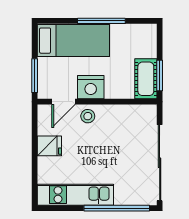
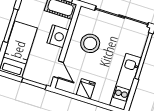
nightstand: (91, 87) -> (58, 36), moved
stool: (88, 116) -> (90, 43), moved, width x1.89, depth x1.89

